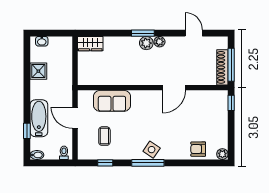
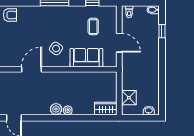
window: (143, 33) -> (59, 118), removed
plant: (159, 42) -> (68, 110), moved
shower: (38, 71) -> (129, 98), moved
bathtub: (39, 118) -> (151, 42), removed
side table: (152, 150) -> (56, 48), moved

